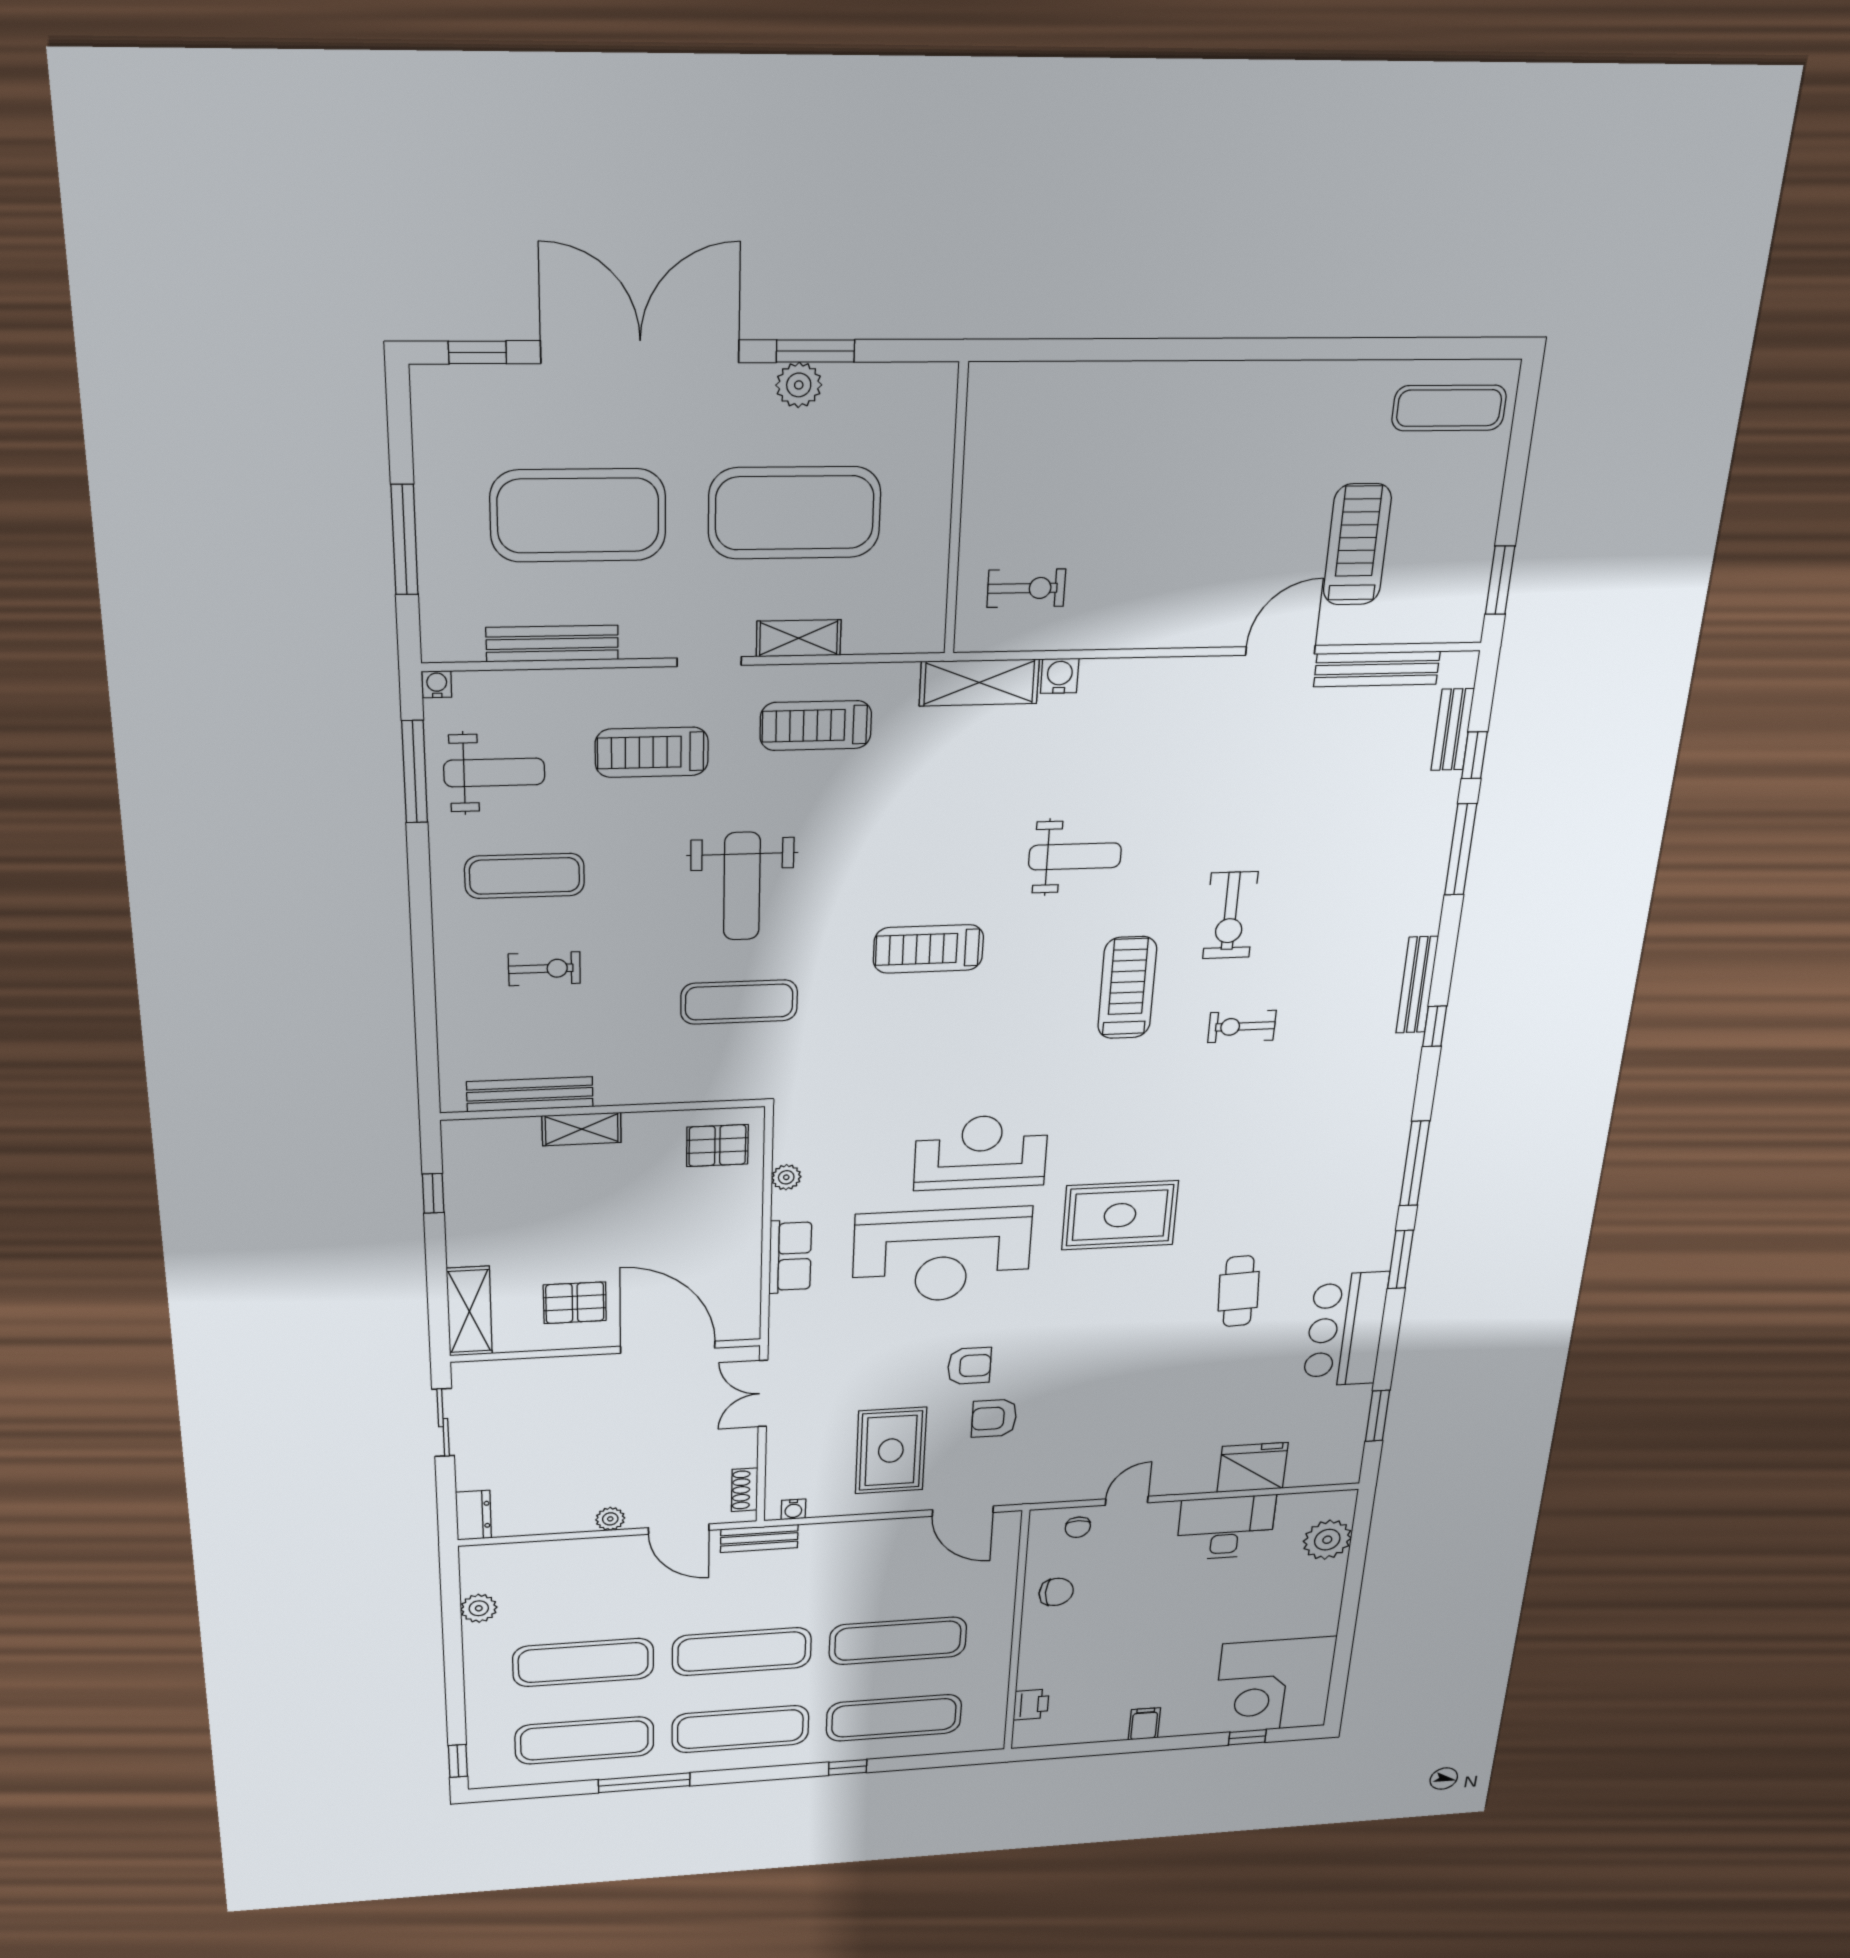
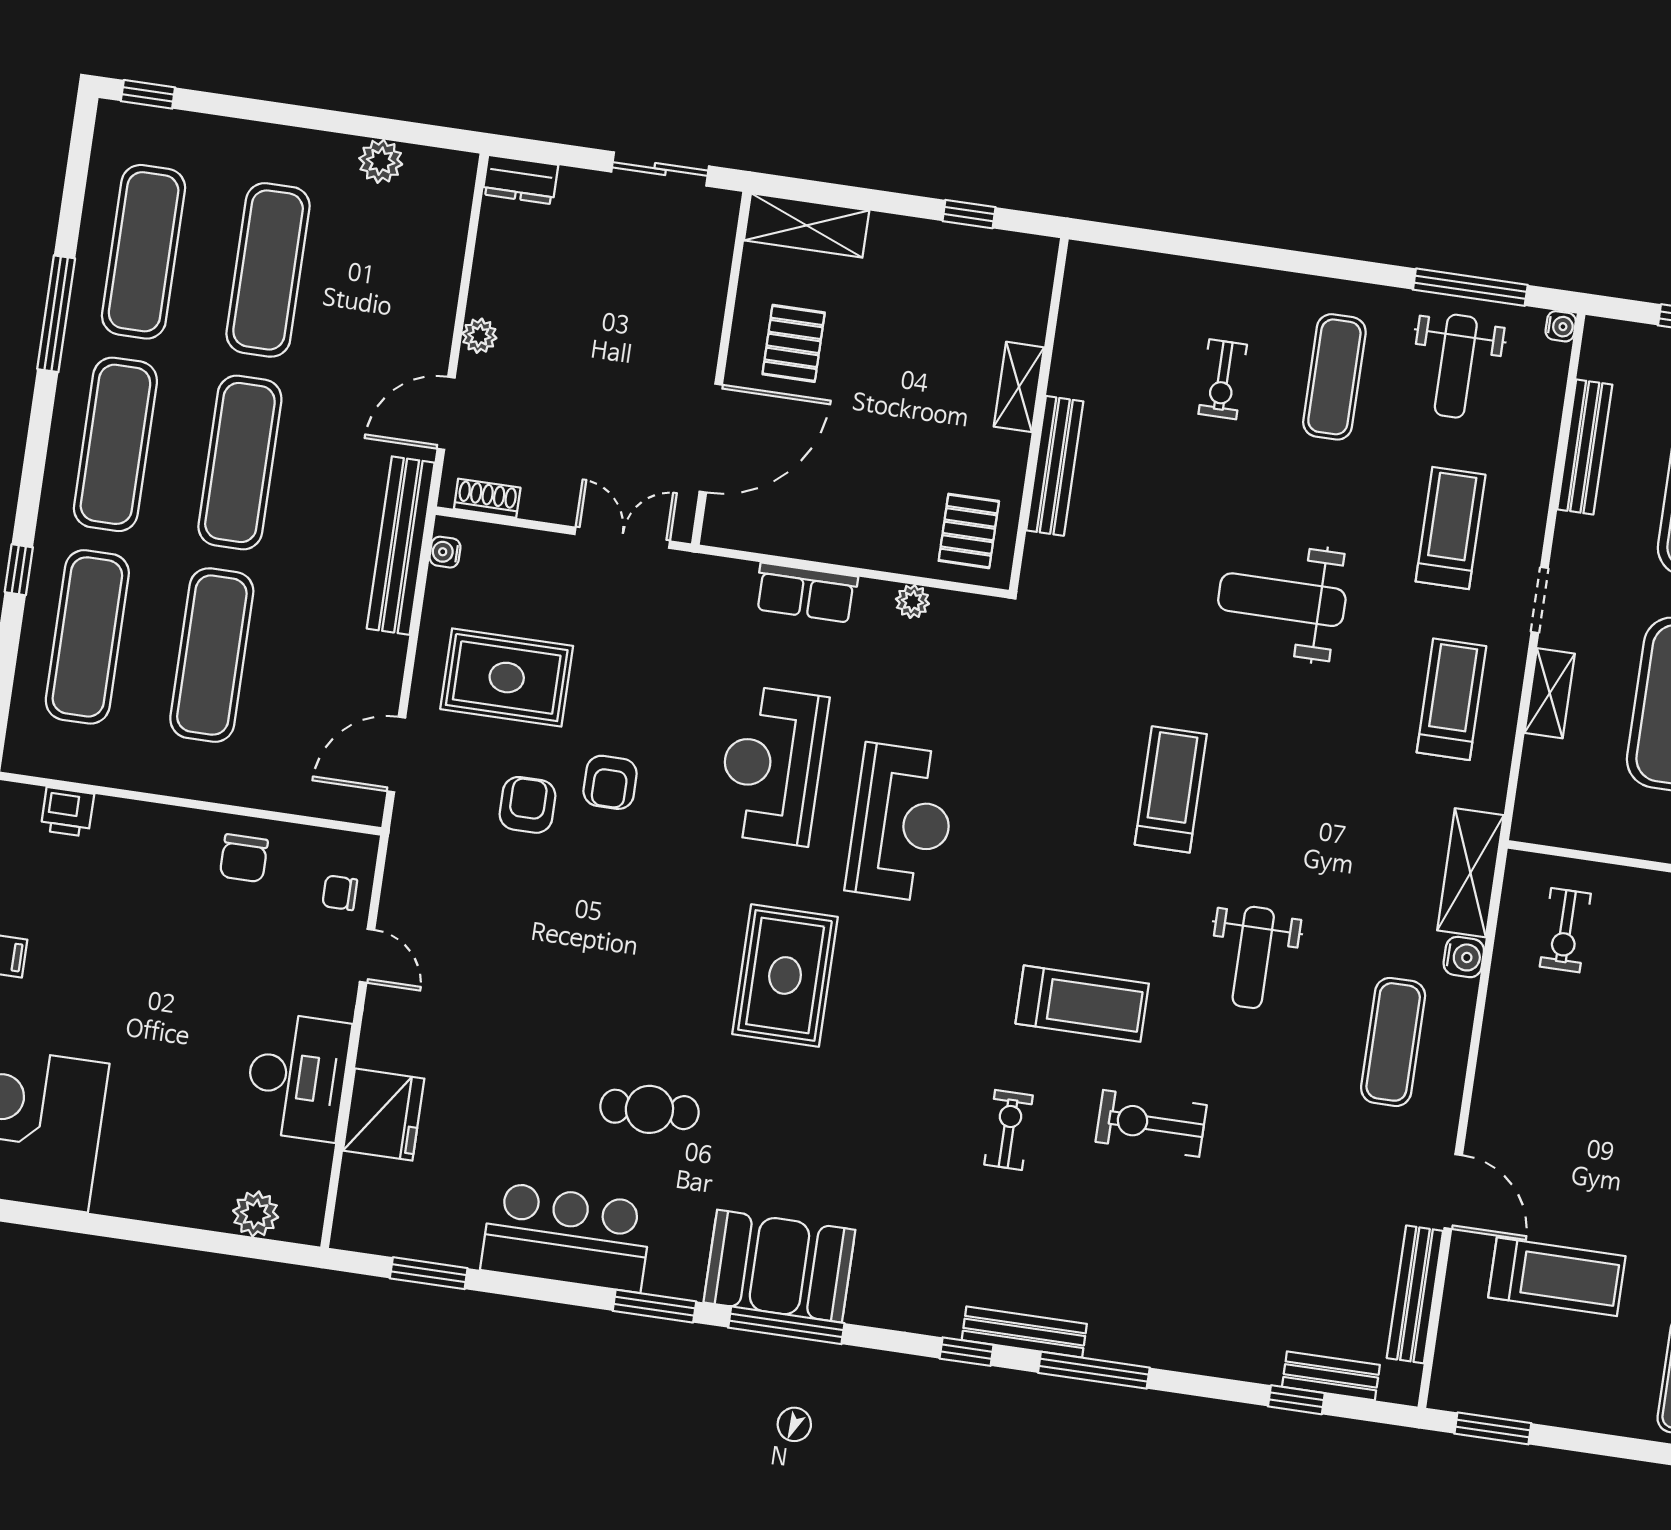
window: (1461, 849) -> (1094, 1370), moved
exercise mat: (739, 1002) -> (1393, 1042), moved
bench: (530, 1094) -> (1055, 466), moved
booth: (1365, 1177) -> (779, 1266), added
reception desk: (942, 1255) -> (772, 765), width x0.74, depth x0.77
bench: (759, 1538) -> (401, 546), width x1.86, depth x1.21
plant: (1327, 1540) -> (256, 1214), width x0.73, depth x0.73

